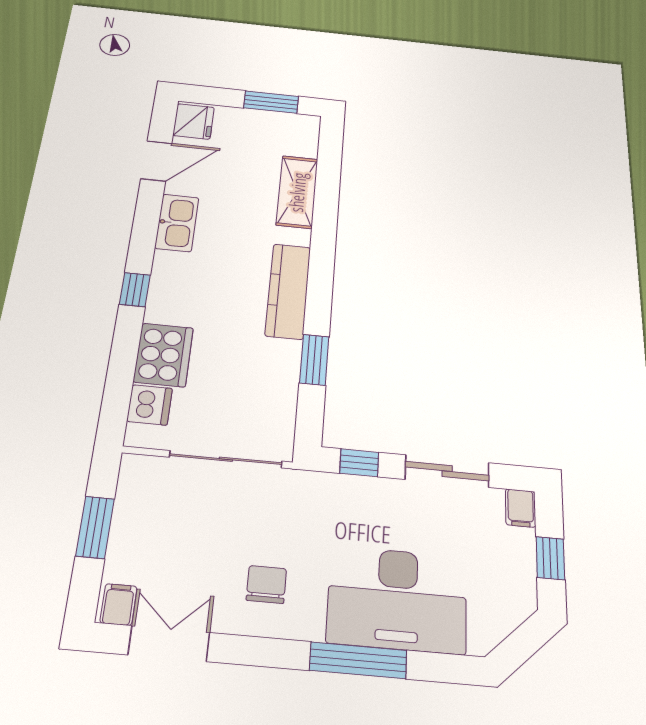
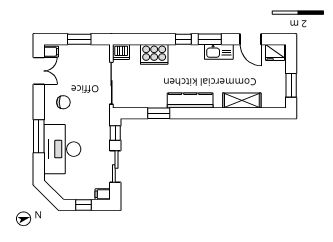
window: (144, 237) -> (210, 39), added
dishwasher: (150, 405) -> (121, 52), moved

